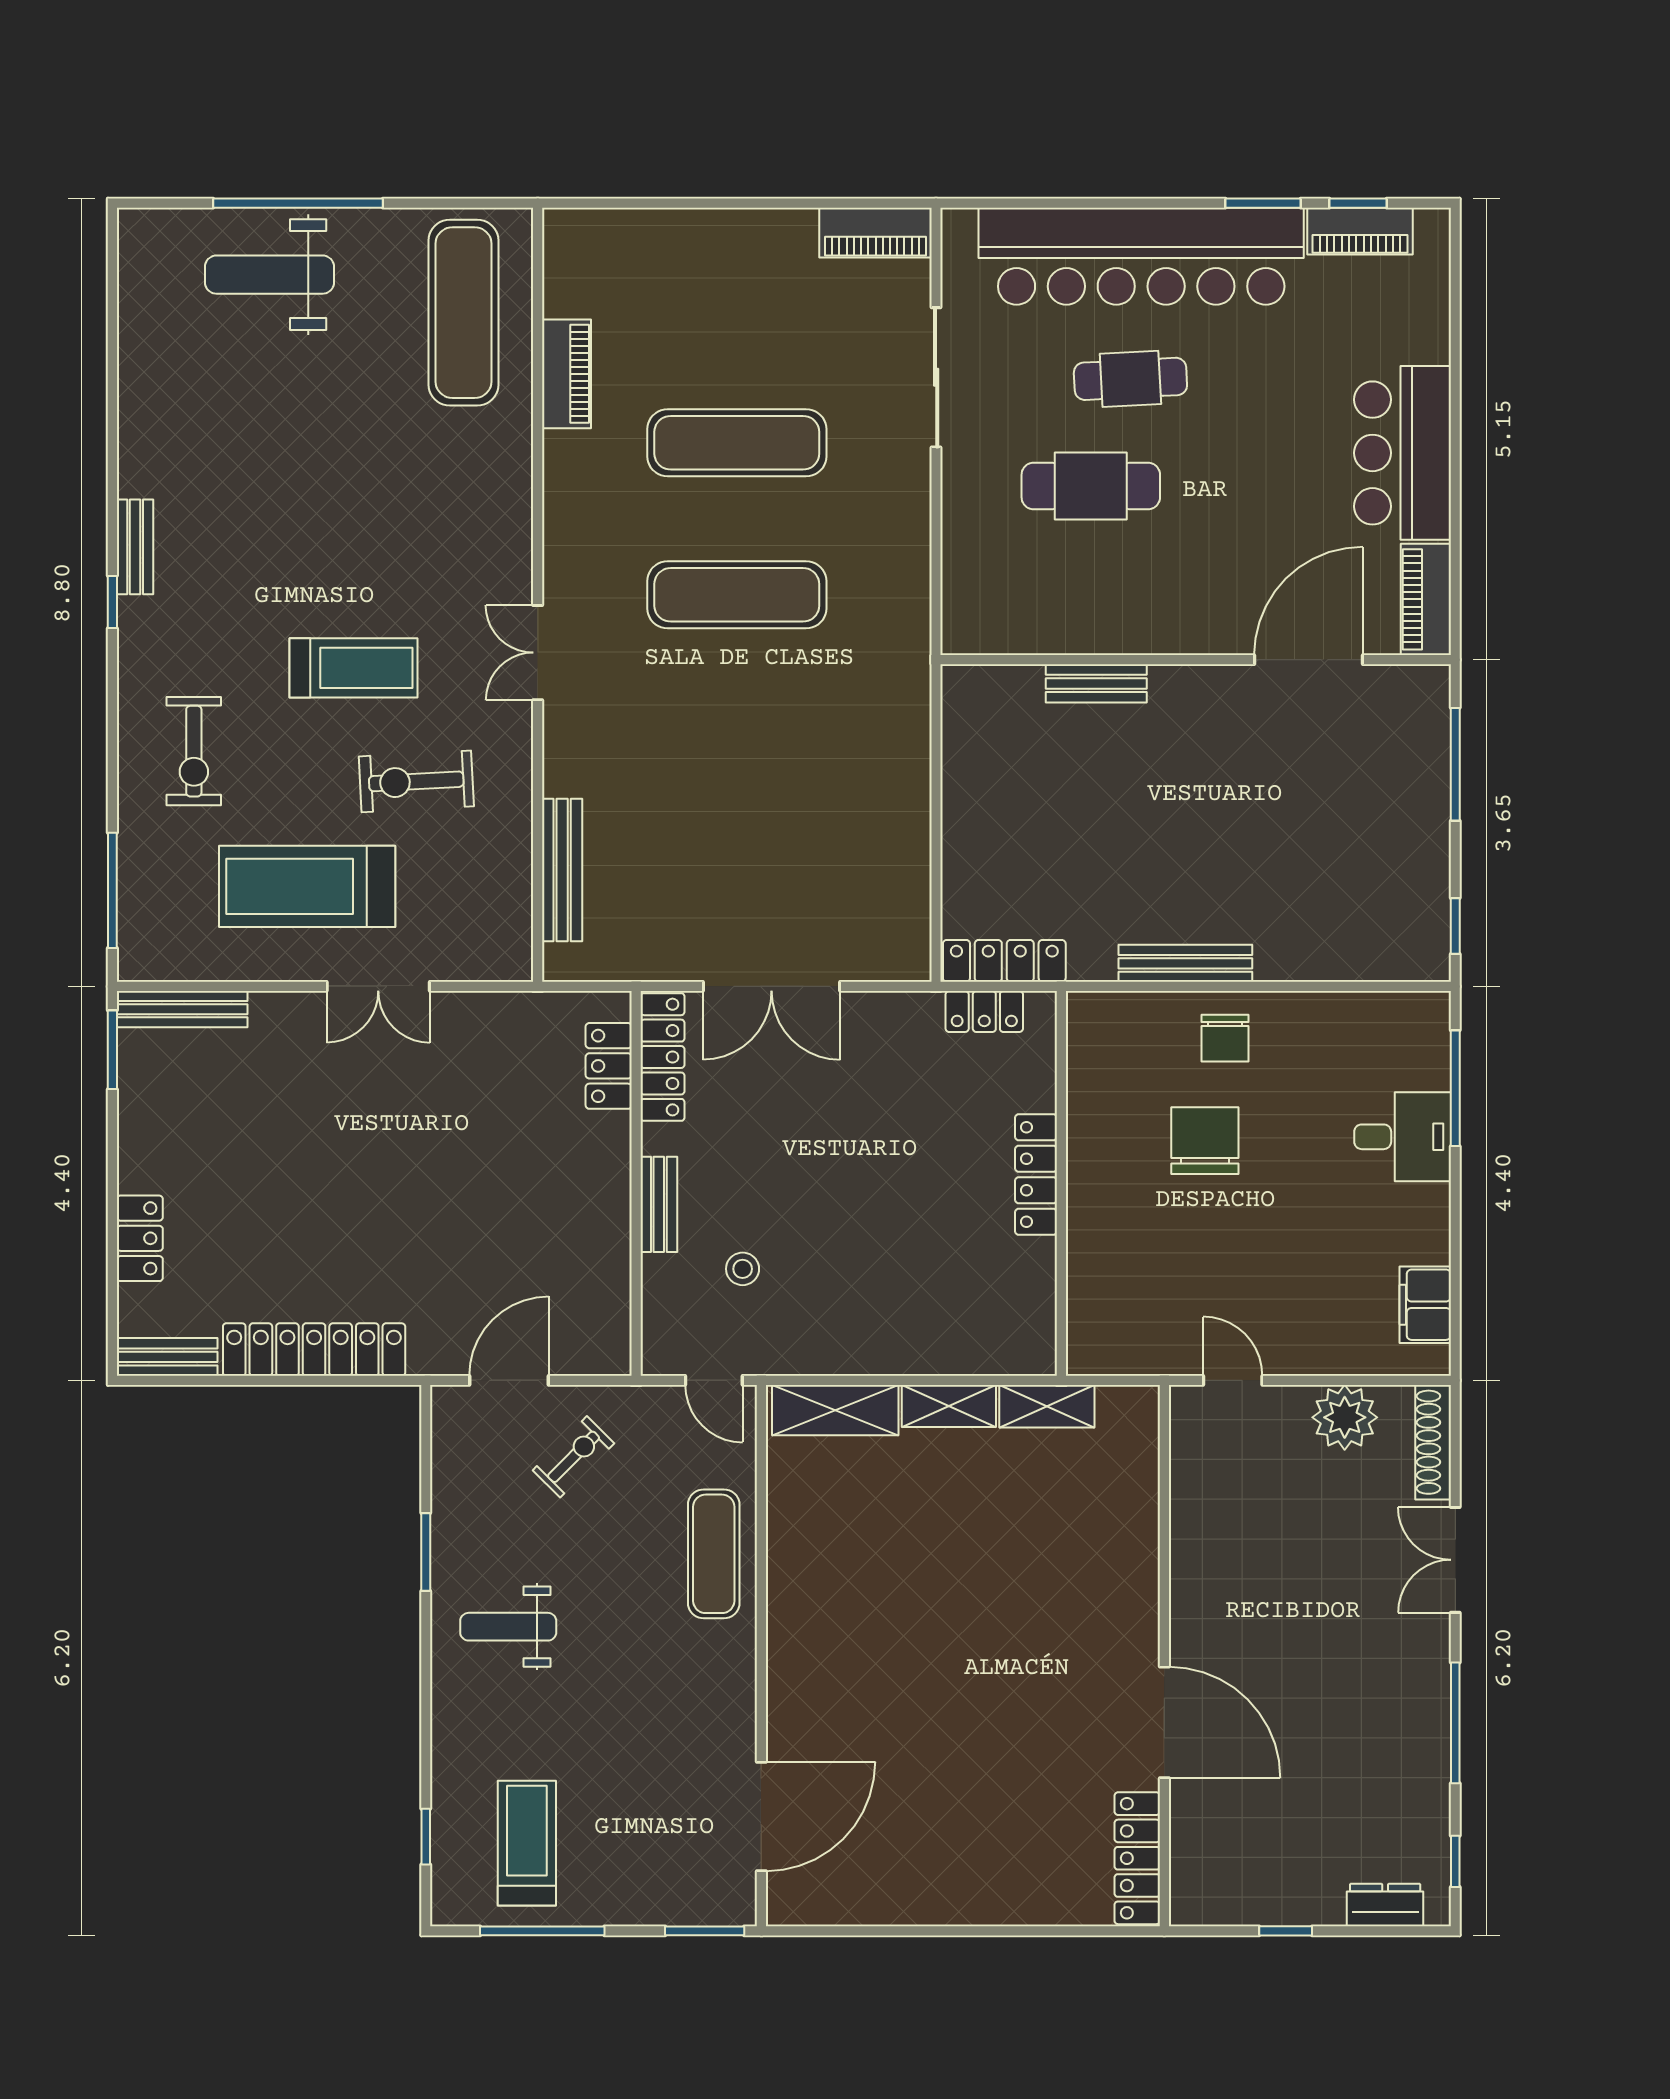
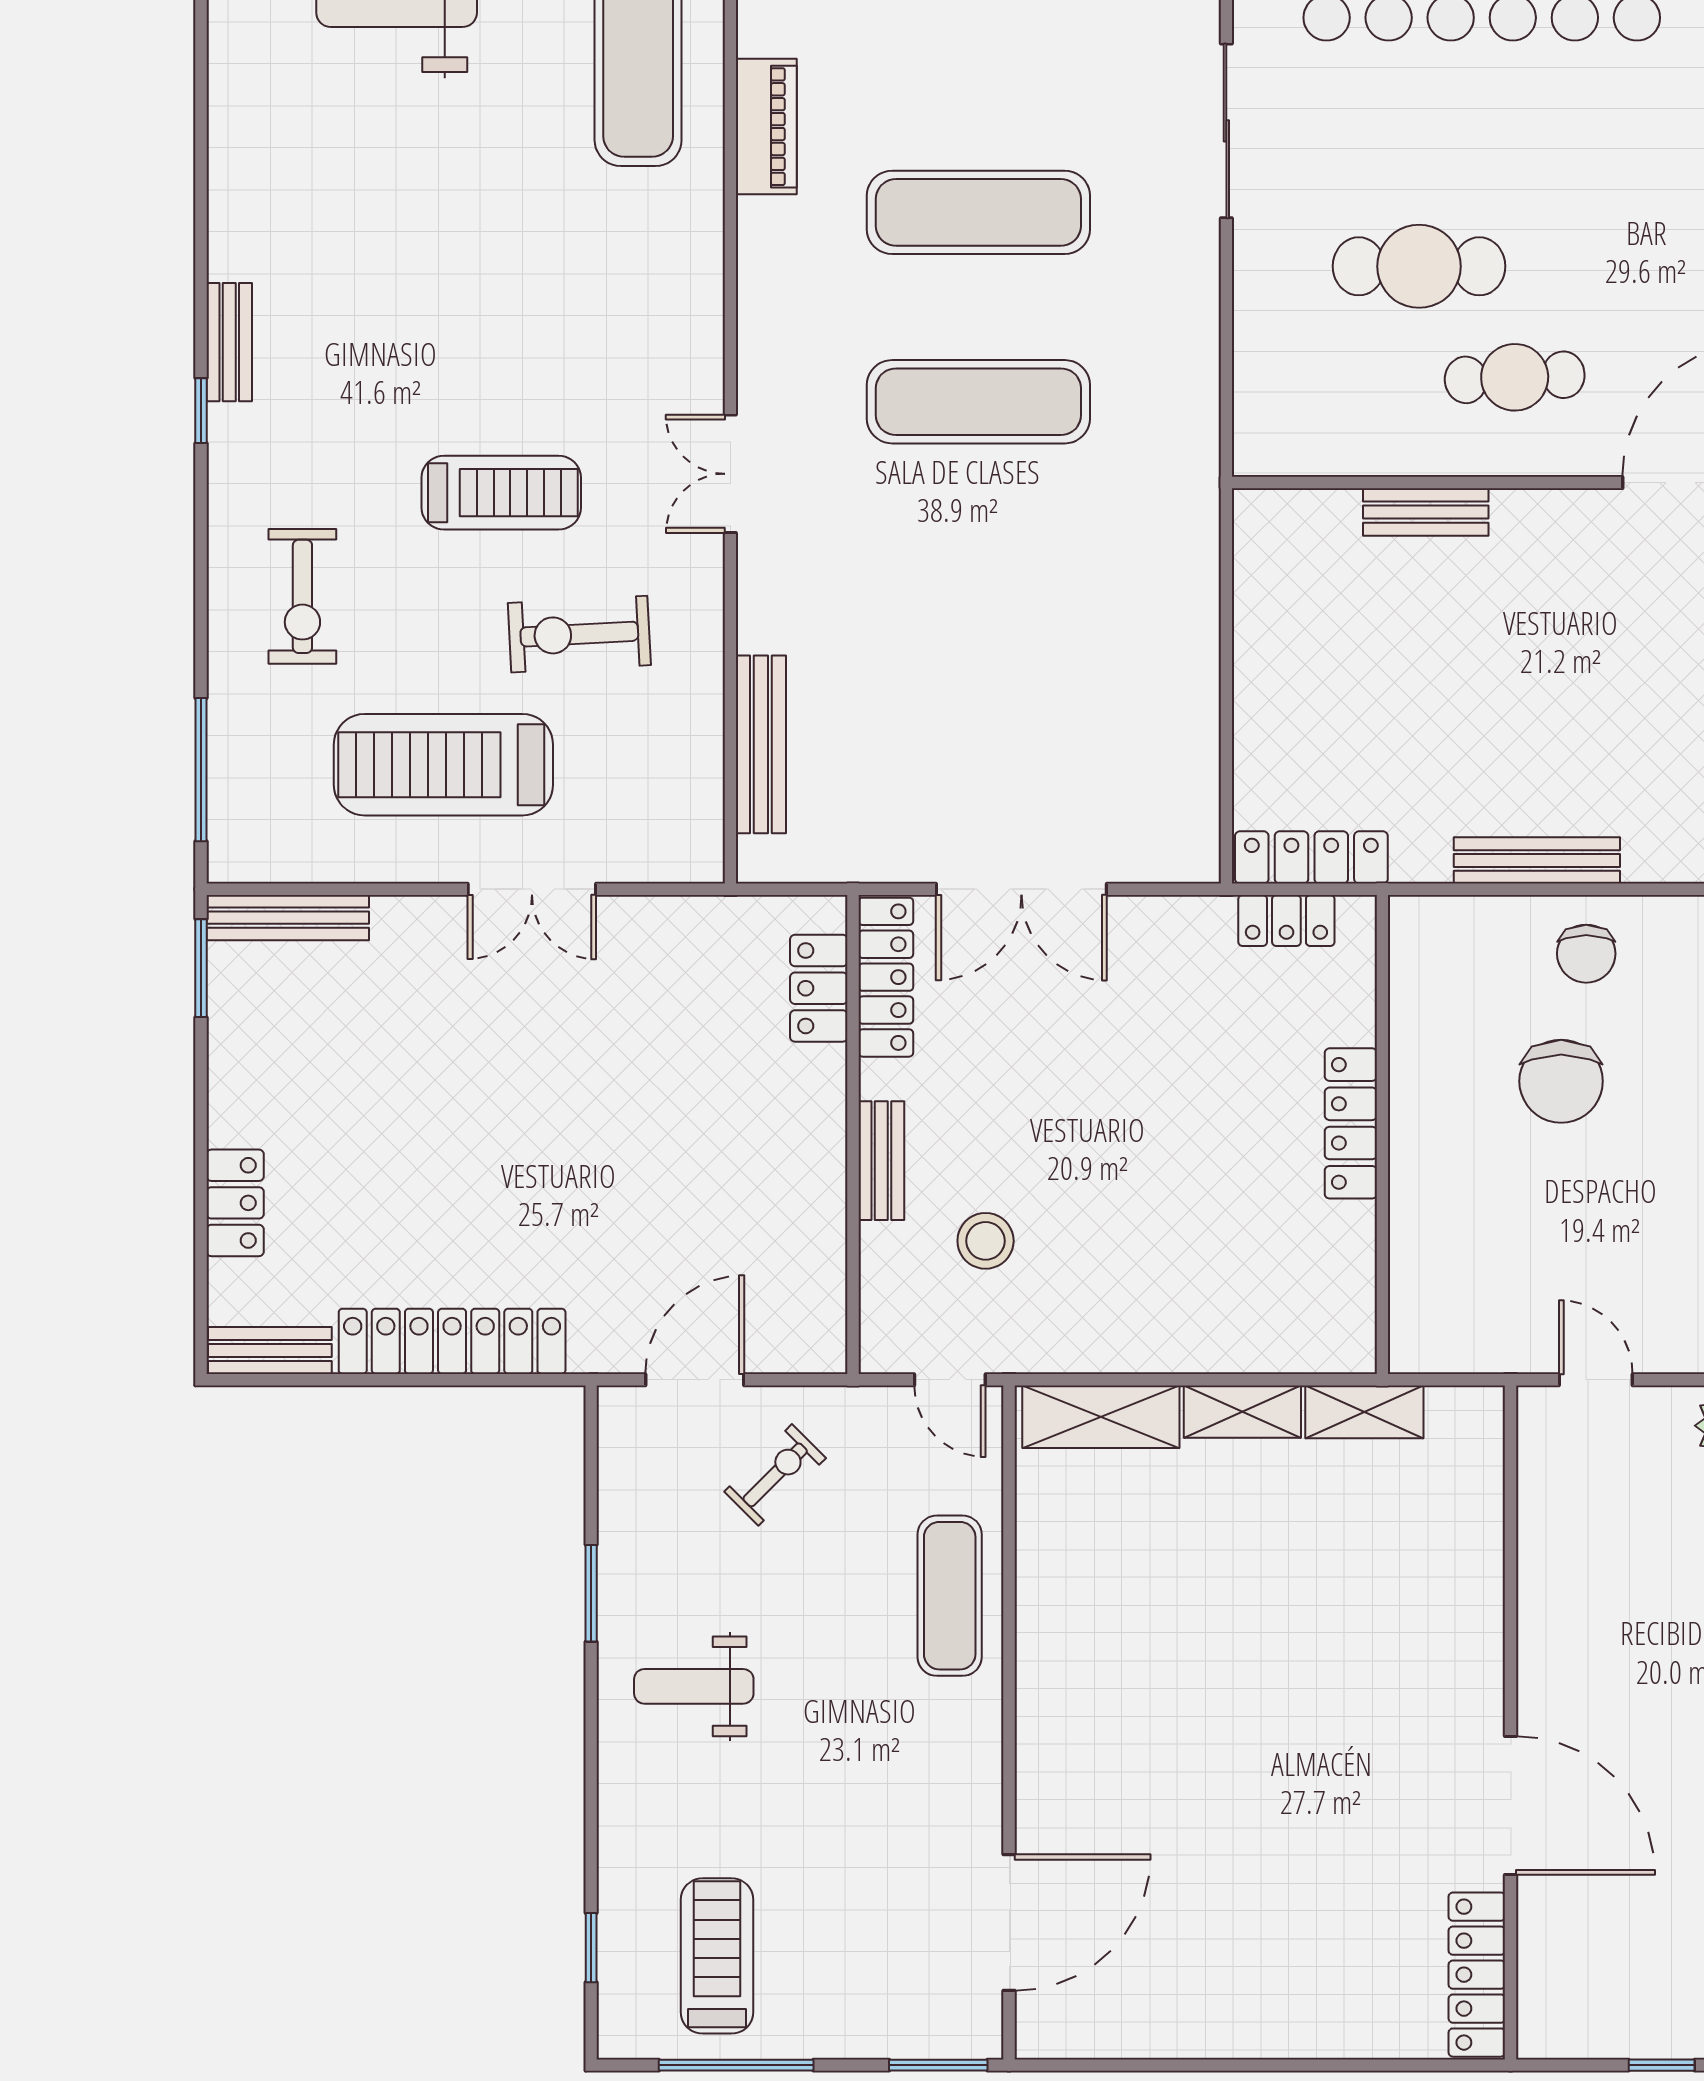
cafe table: (1130, 379) -> (1515, 377), moved
chair: (1205, 1141) -> (1561, 1081), turned 180
stool: (743, 1269) -> (986, 1241), width x1.37, depth x1.37

